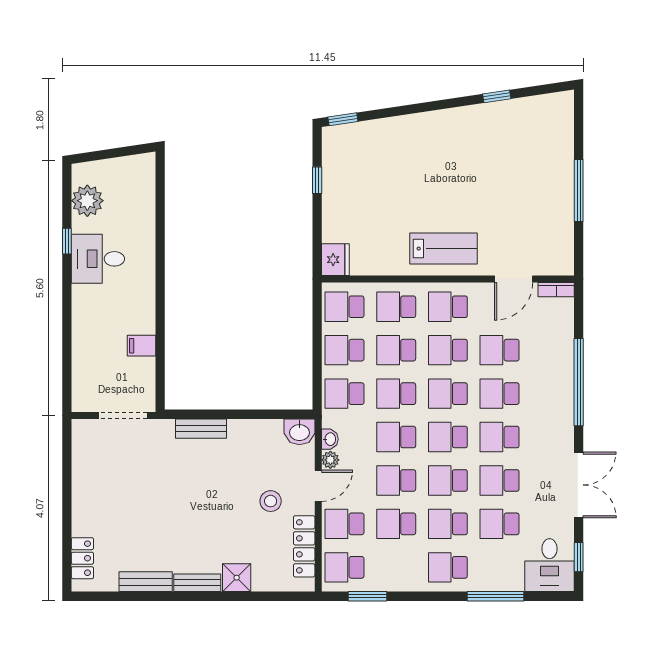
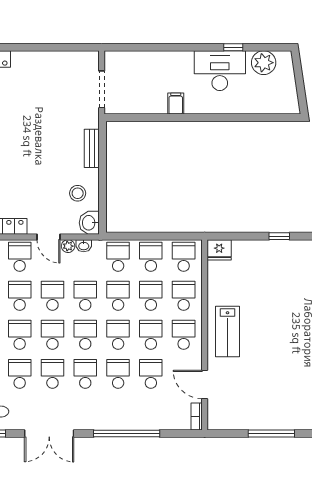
desk: (98, 259) -> (220, 71), width x1.37
filing cabinet: (142, 346) -> (176, 104), moved
stool: (271, 501) -> (78, 193), moved

